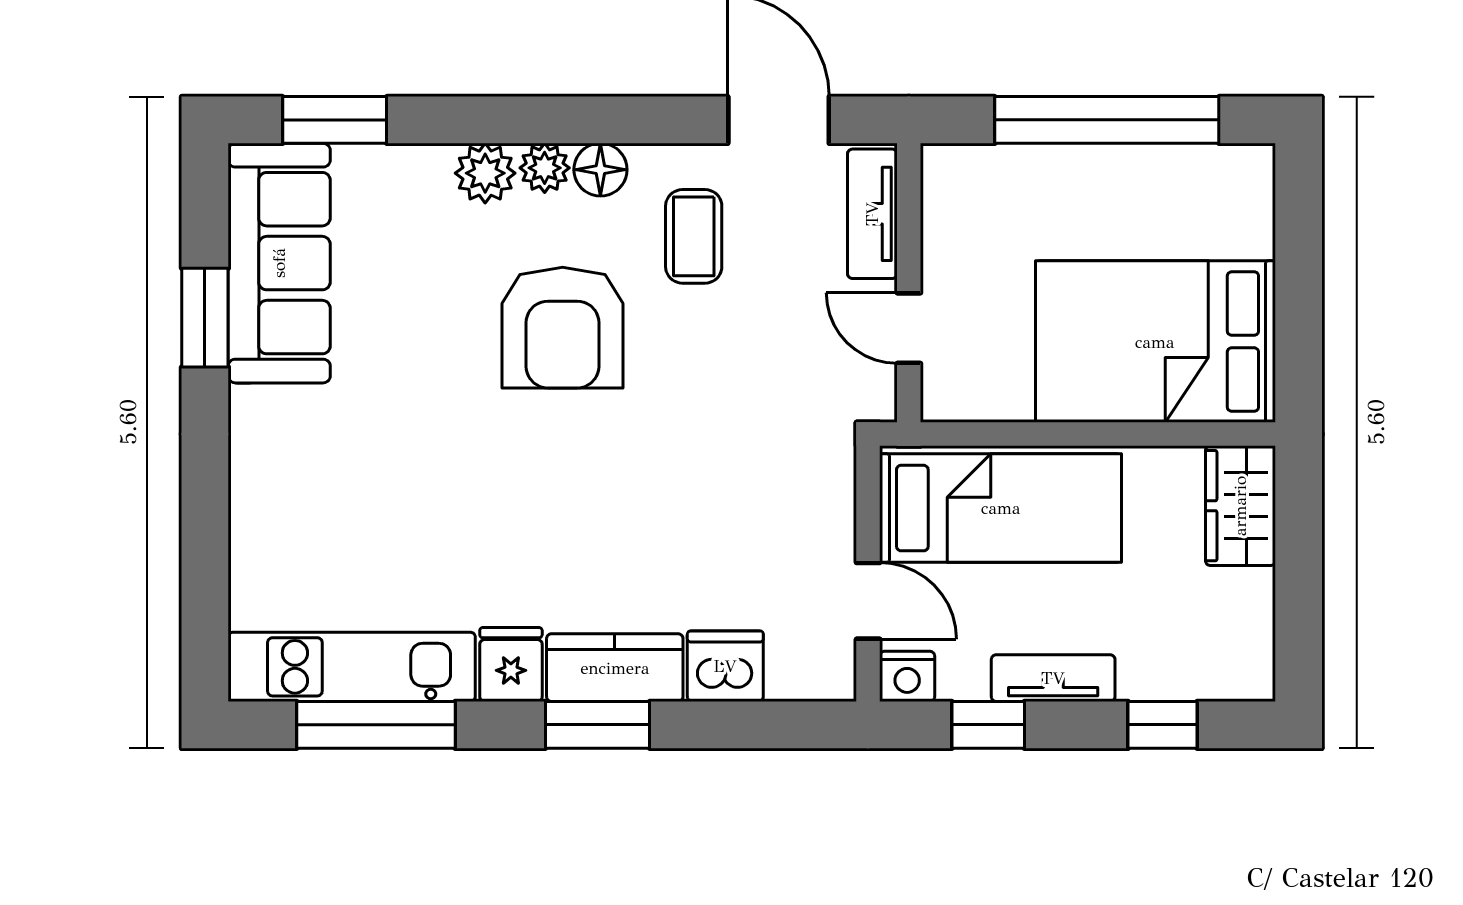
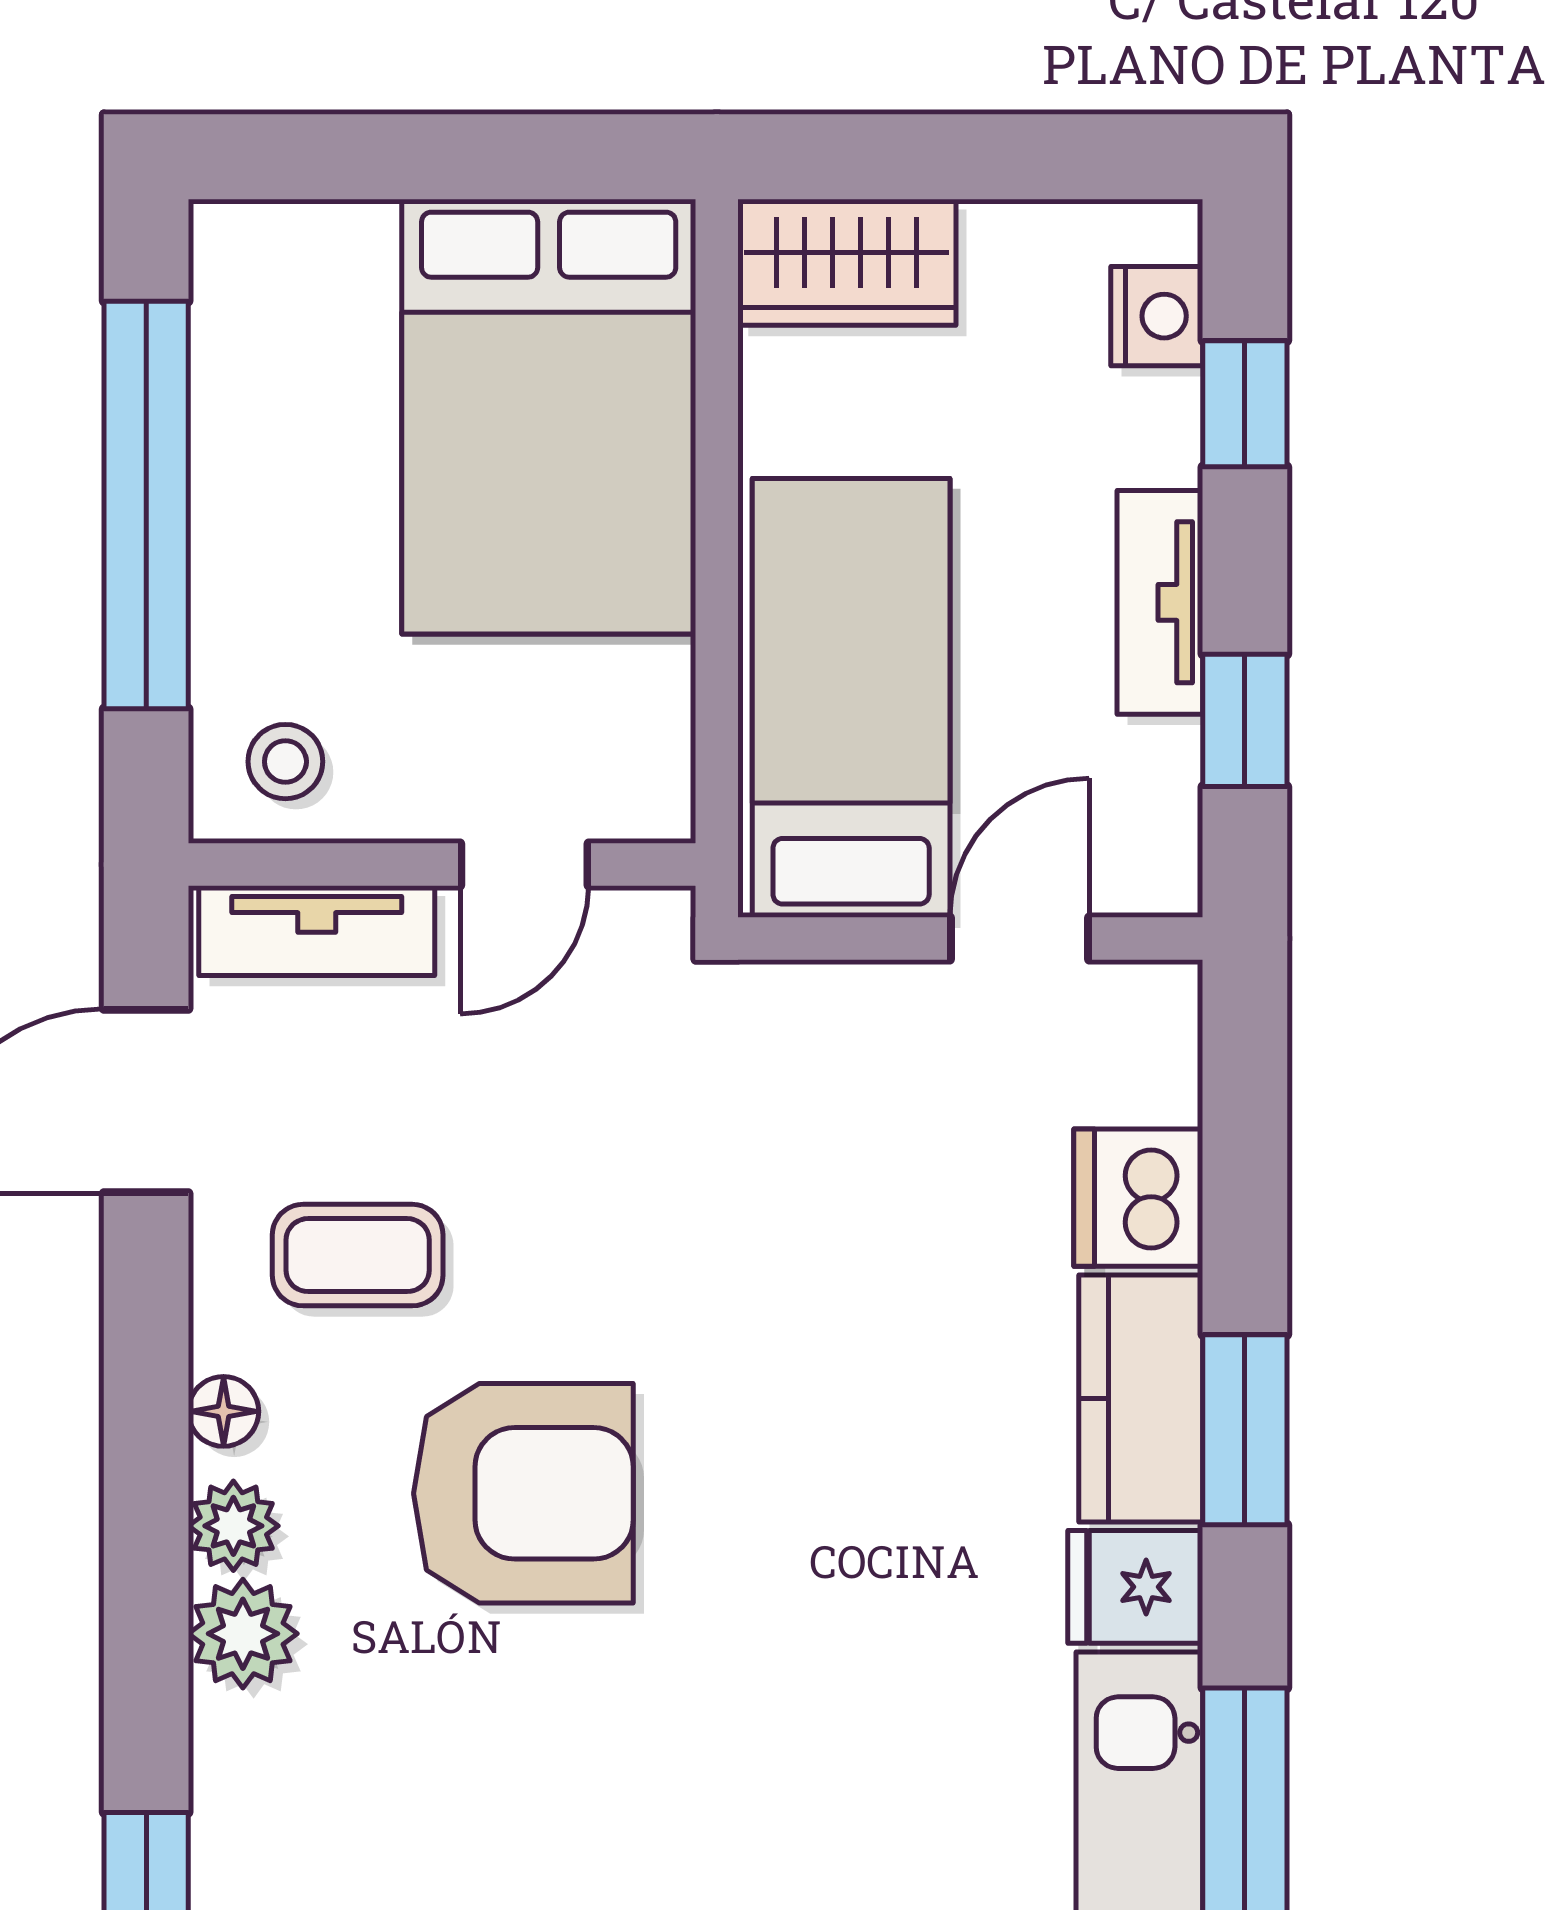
floor lamp: (600, 170) -> (224, 1411), width x0.73, depth x0.73
stool: (965, 197) -> (285, 762), added
nightstand: (907, 676) -> (1157, 316), moved

